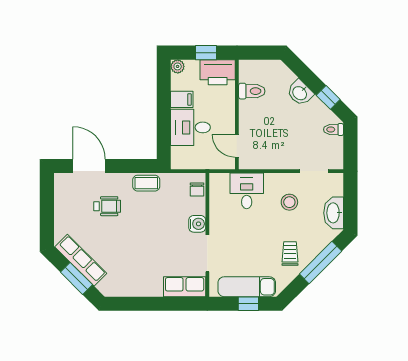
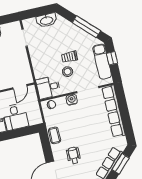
desk: (247, 191) -> (48, 87), moved
stool: (289, 202) -> (68, 72), moved
trolley: (290, 254) -> (69, 57), moved
window: (321, 262) -> (86, 27), moved
row of seats: (185, 287) -> (114, 111), width x2.02

